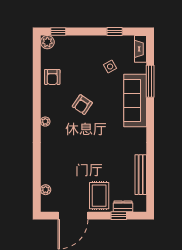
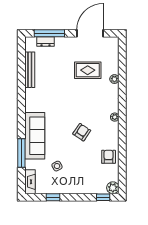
plant: (46, 190) -> (114, 79), moved
rug: (99, 196) -> (88, 70), moved, turned 90
window: (119, 216) -> (49, 33), width x2.17

